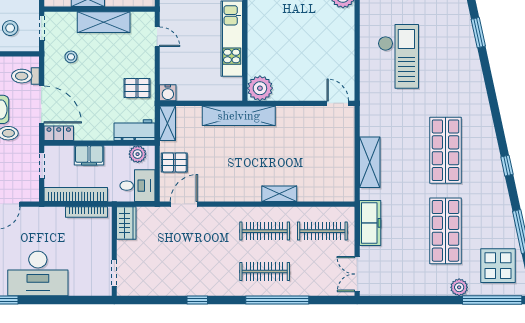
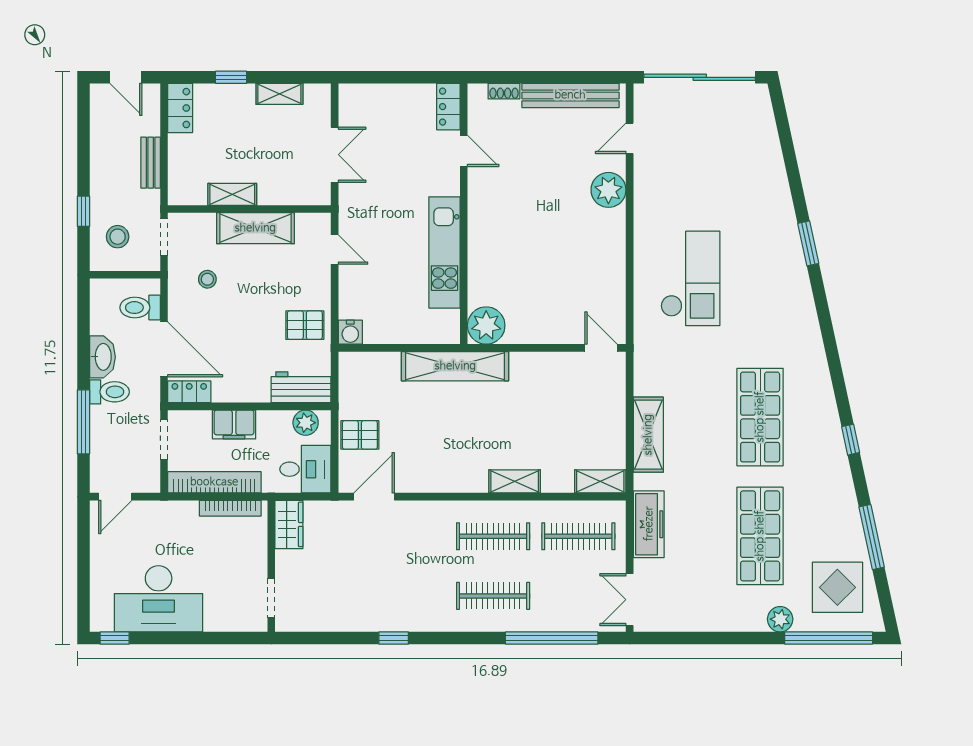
shelving: (168, 123) -> (600, 481), moved, turned 90
window: (277, 300) -> (552, 638), moved

